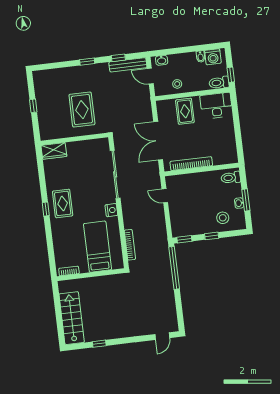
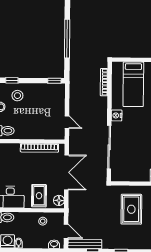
floor lamp: (162, 109) -> (59, 200), added
window: (212, 236) -> (12, 80), moved
window: (174, 268) -> (67, 39), moved

